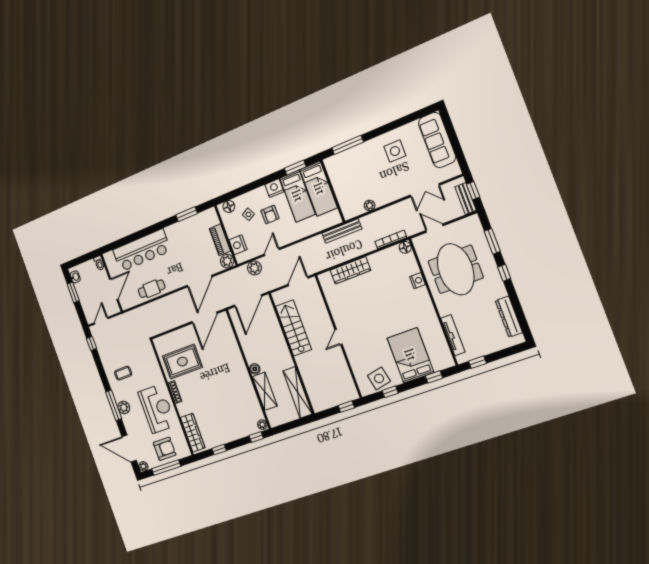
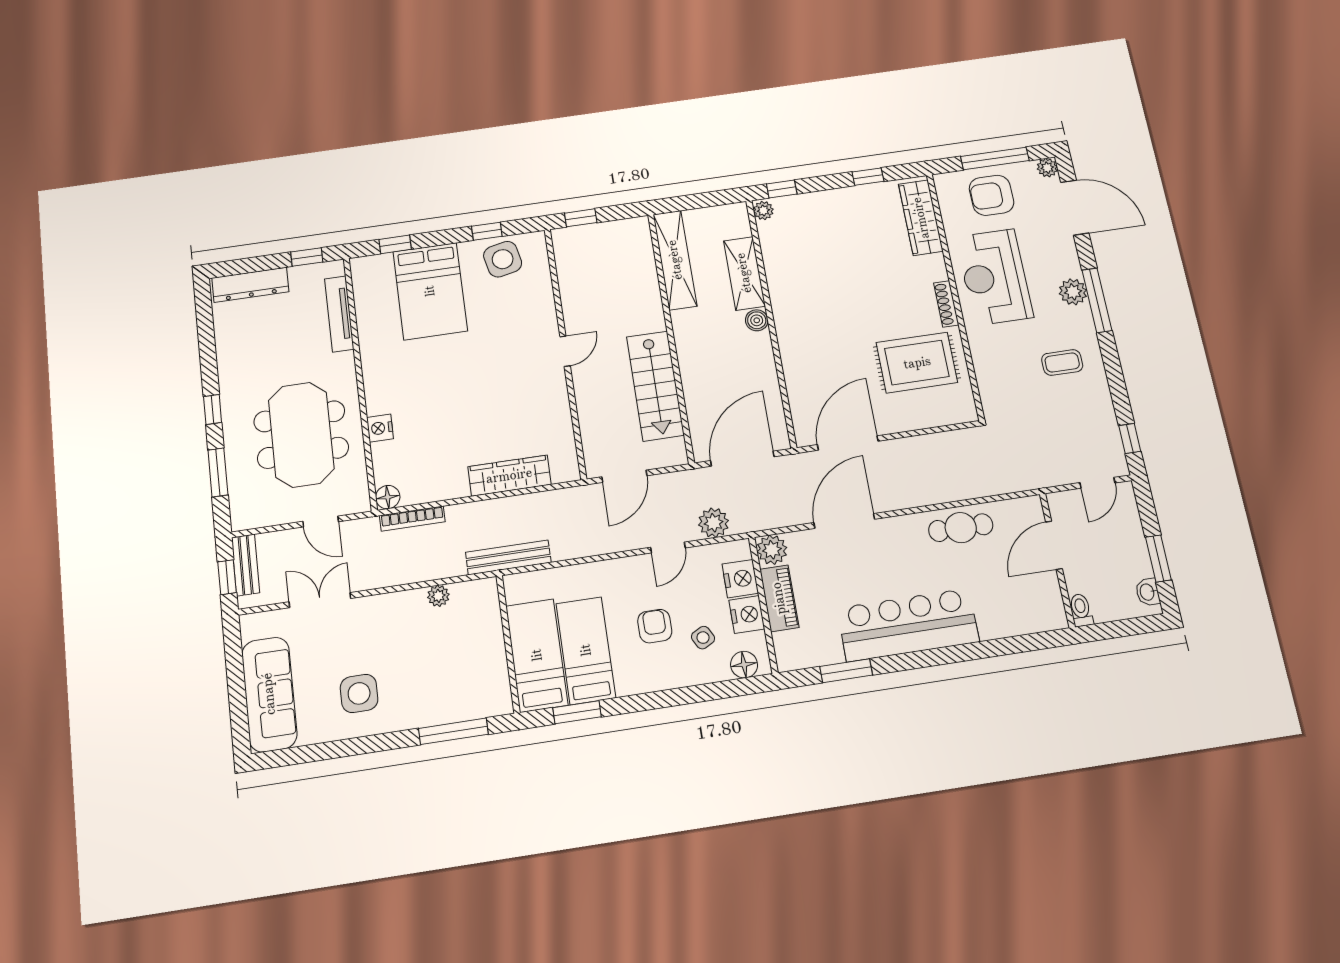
nightstand: (274, 188) -> (747, 615), moved, turned -90
bar counter: (142, 250) -> (908, 625), moved
dresser: (509, 317) -> (250, 285), moved, turned 90

